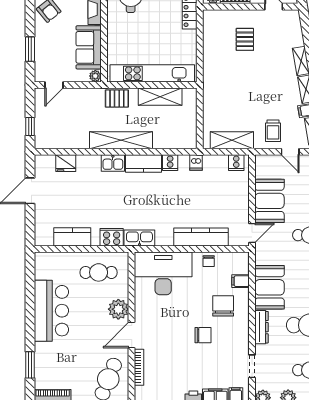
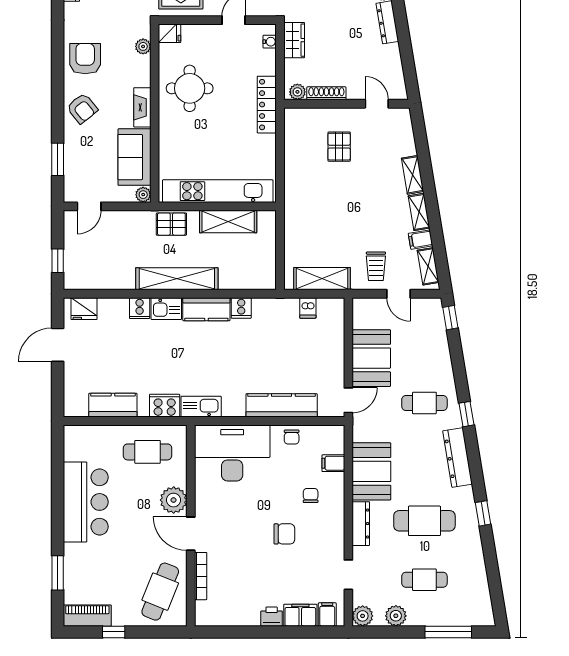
fridge: (66, 163) -> (84, 309), moved
dishwasher: (196, 163) -> (308, 308), moved
cooker: (236, 163) -> (140, 308), moved
chair: (223, 306) -> (311, 496), width x0.54, depth x0.54
door: (132, 335) -> (191, 534), hinge flipped

